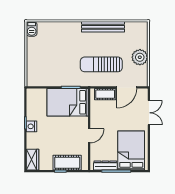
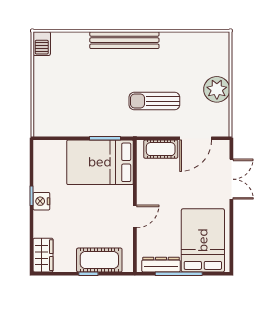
bench: (103, 27) -> (124, 40), moved
sun lounger: (101, 64) -> (154, 101), width x0.73, depth x0.75

